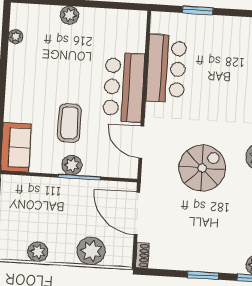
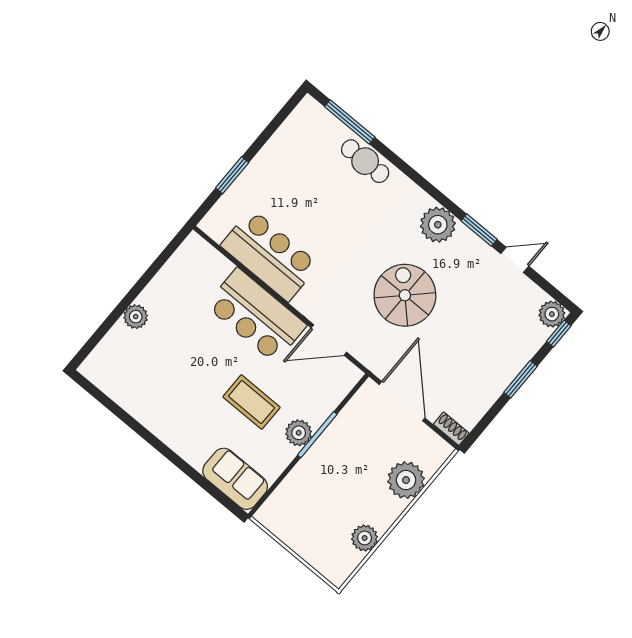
plant: (16, 37) -> (116, 391), removed
door: (137, 213) -> (402, 401), swing flipped

